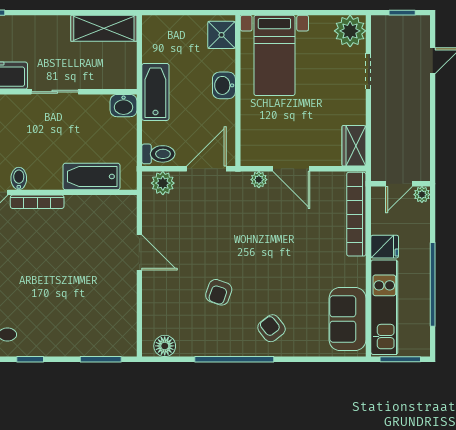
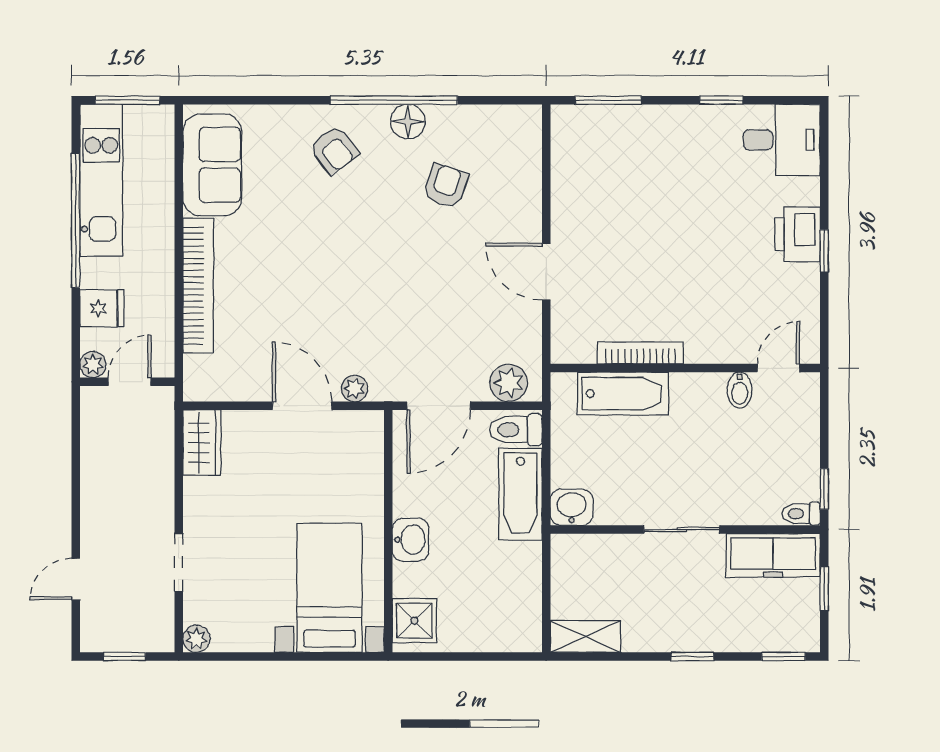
window: (48, 13) -> (692, 656), added
shelving: (104, 28) -> (585, 637), width x0.67, depth x0.75
plant: (350, 31) -> (196, 639), width x0.53, depth x0.53
bathtub: (155, 92) -> (520, 494), moved
bookcase: (37, 202) -> (640, 353), moved
bookcase: (356, 214) -> (198, 286), moved
fridge: (385, 247) -> (102, 308), moved, turned 180
armchair: (219, 292) -> (446, 186), moved
kitchen unit: (384, 307) -> (101, 180), moved, turned 180
floor lamp: (165, 346) -> (408, 122), moved

